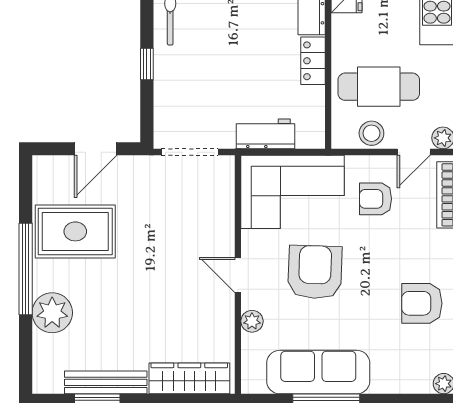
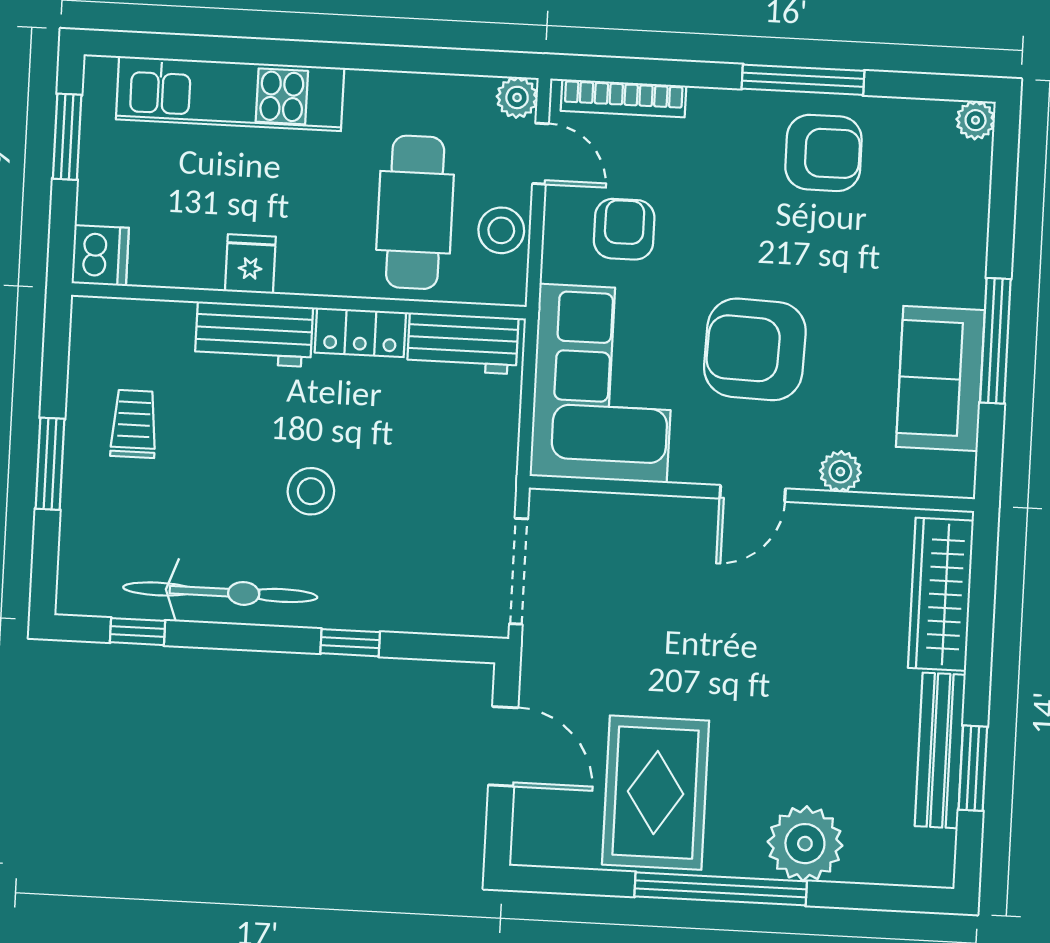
stool: (227, 39) -> (311, 491), added
workbench: (266, 134) -> (463, 343), moved, turned -90
armchair: (376, 199) -> (624, 229), turned 180
armchair: (422, 303) -> (823, 153), turned -90
sofa: (318, 372) -> (940, 378), width x0.73

